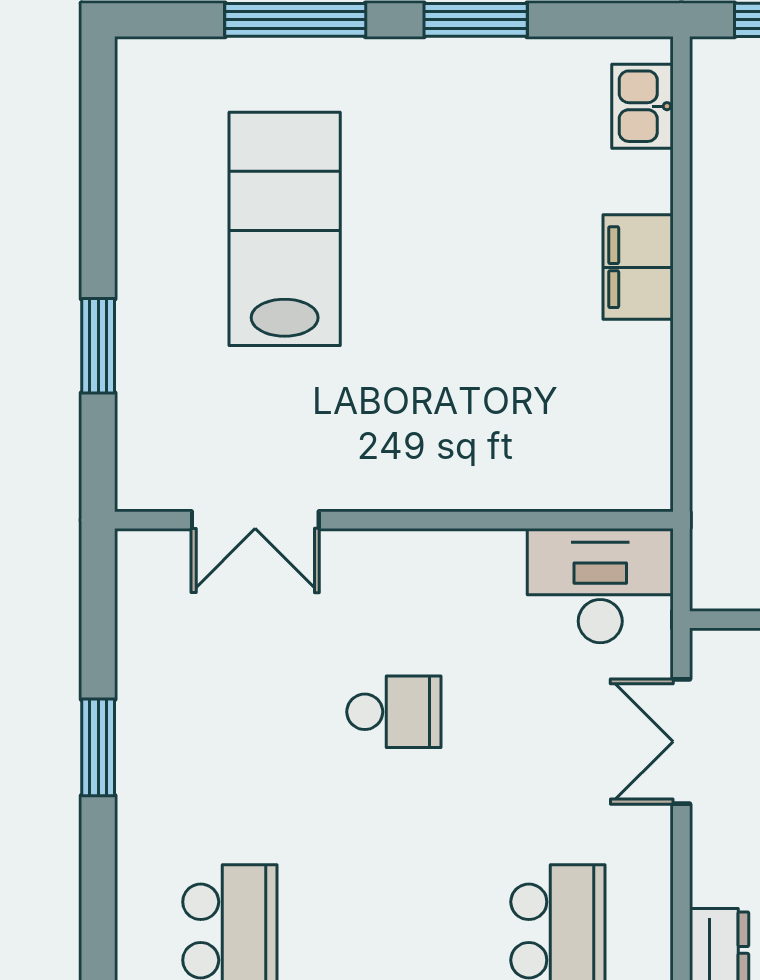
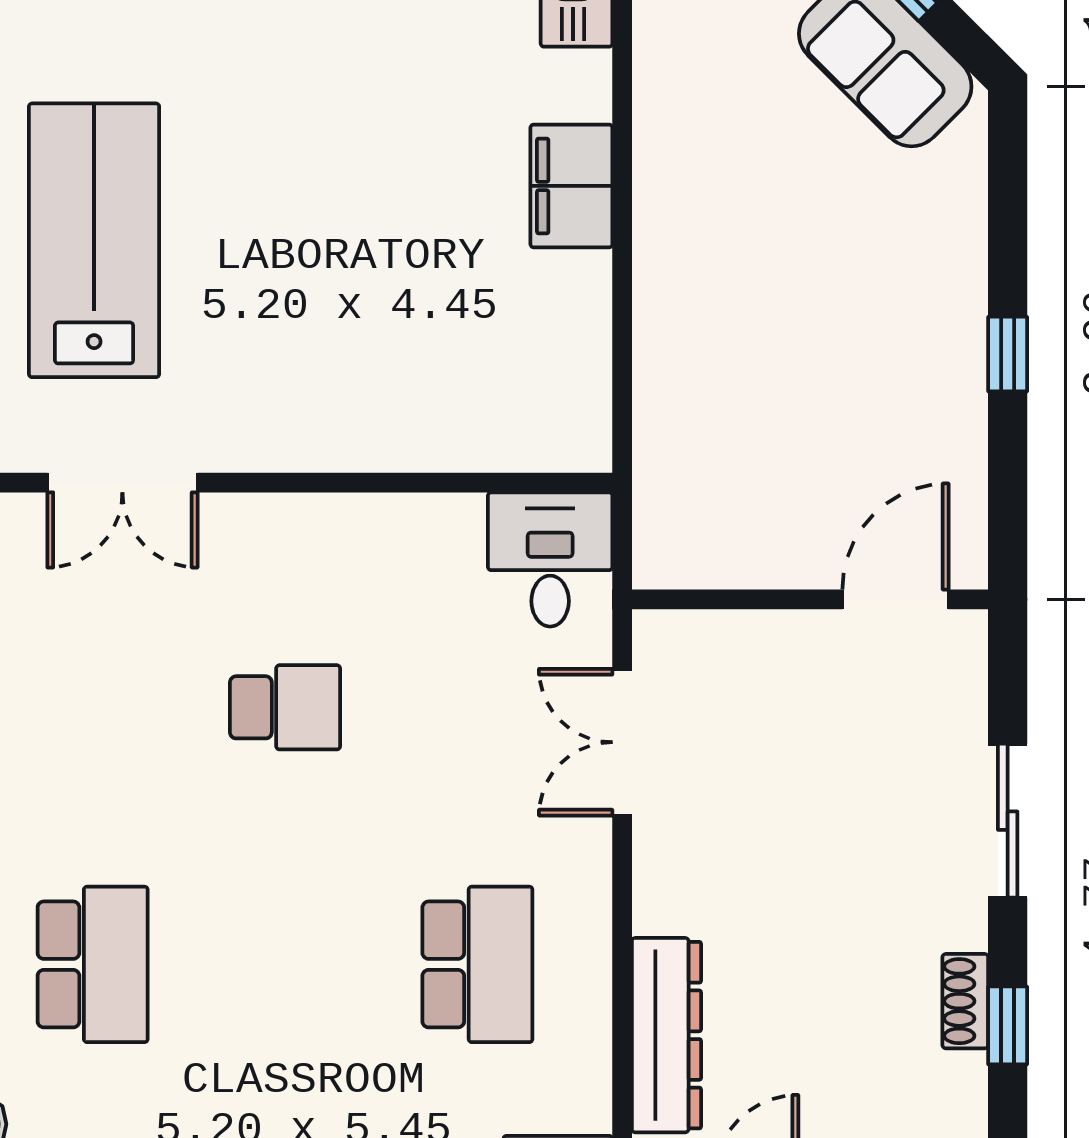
lab bench: (285, 229) -> (94, 240), moved
desk: (600, 586) -> (550, 559), width x0.73

